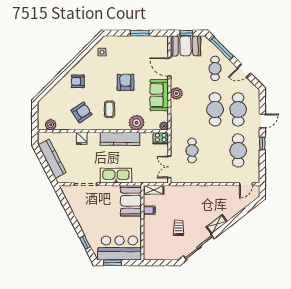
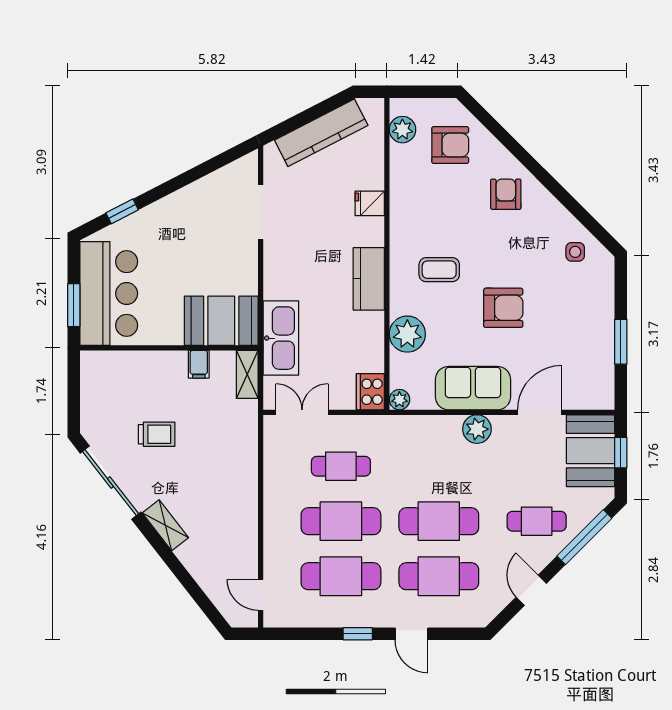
armchair: (82, 112) -> (450, 145), moved, turned -57
kitchen counter: (120, 139) -> (369, 279), width x0.67
cafe table: (215, 151) -> (341, 521), added
kitchen sink: (116, 176) -> (281, 338), moved
window: (112, 263) -> (74, 305), moved

